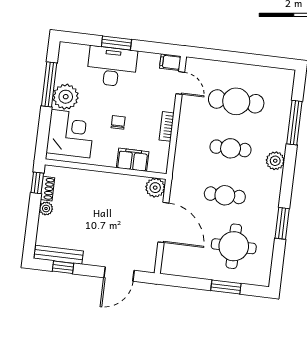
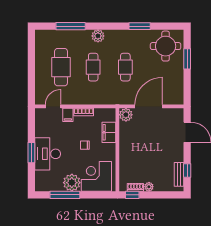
filing cabinet: (170, 62) -> (68, 115), moved
round table: (234, 246) -> (166, 46), moved
bench: (59, 255) -> (179, 174), width x0.73

